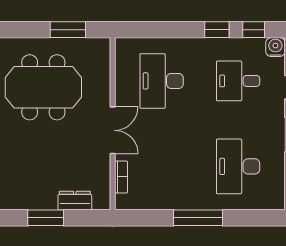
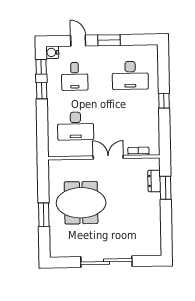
window: (68, 30) -> (44, 215), moved
meeting table: (43, 87) -> (81, 203), turned 90
window: (46, 218) -> (165, 188), moved
window: (198, 218) -> (164, 101), width x0.46

